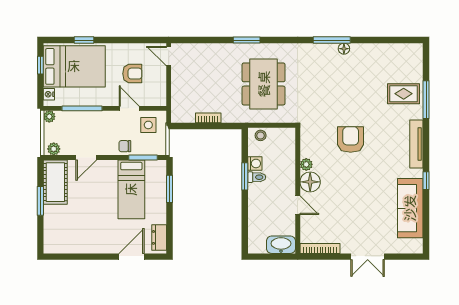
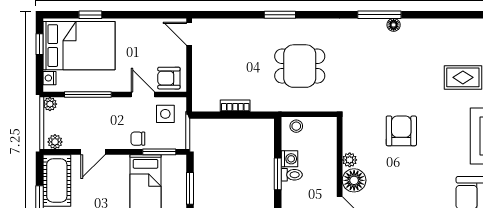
armchair: (132, 74) -> (169, 78), moved, turned 180
dining table: (264, 84) -> (300, 66), width x0.73

